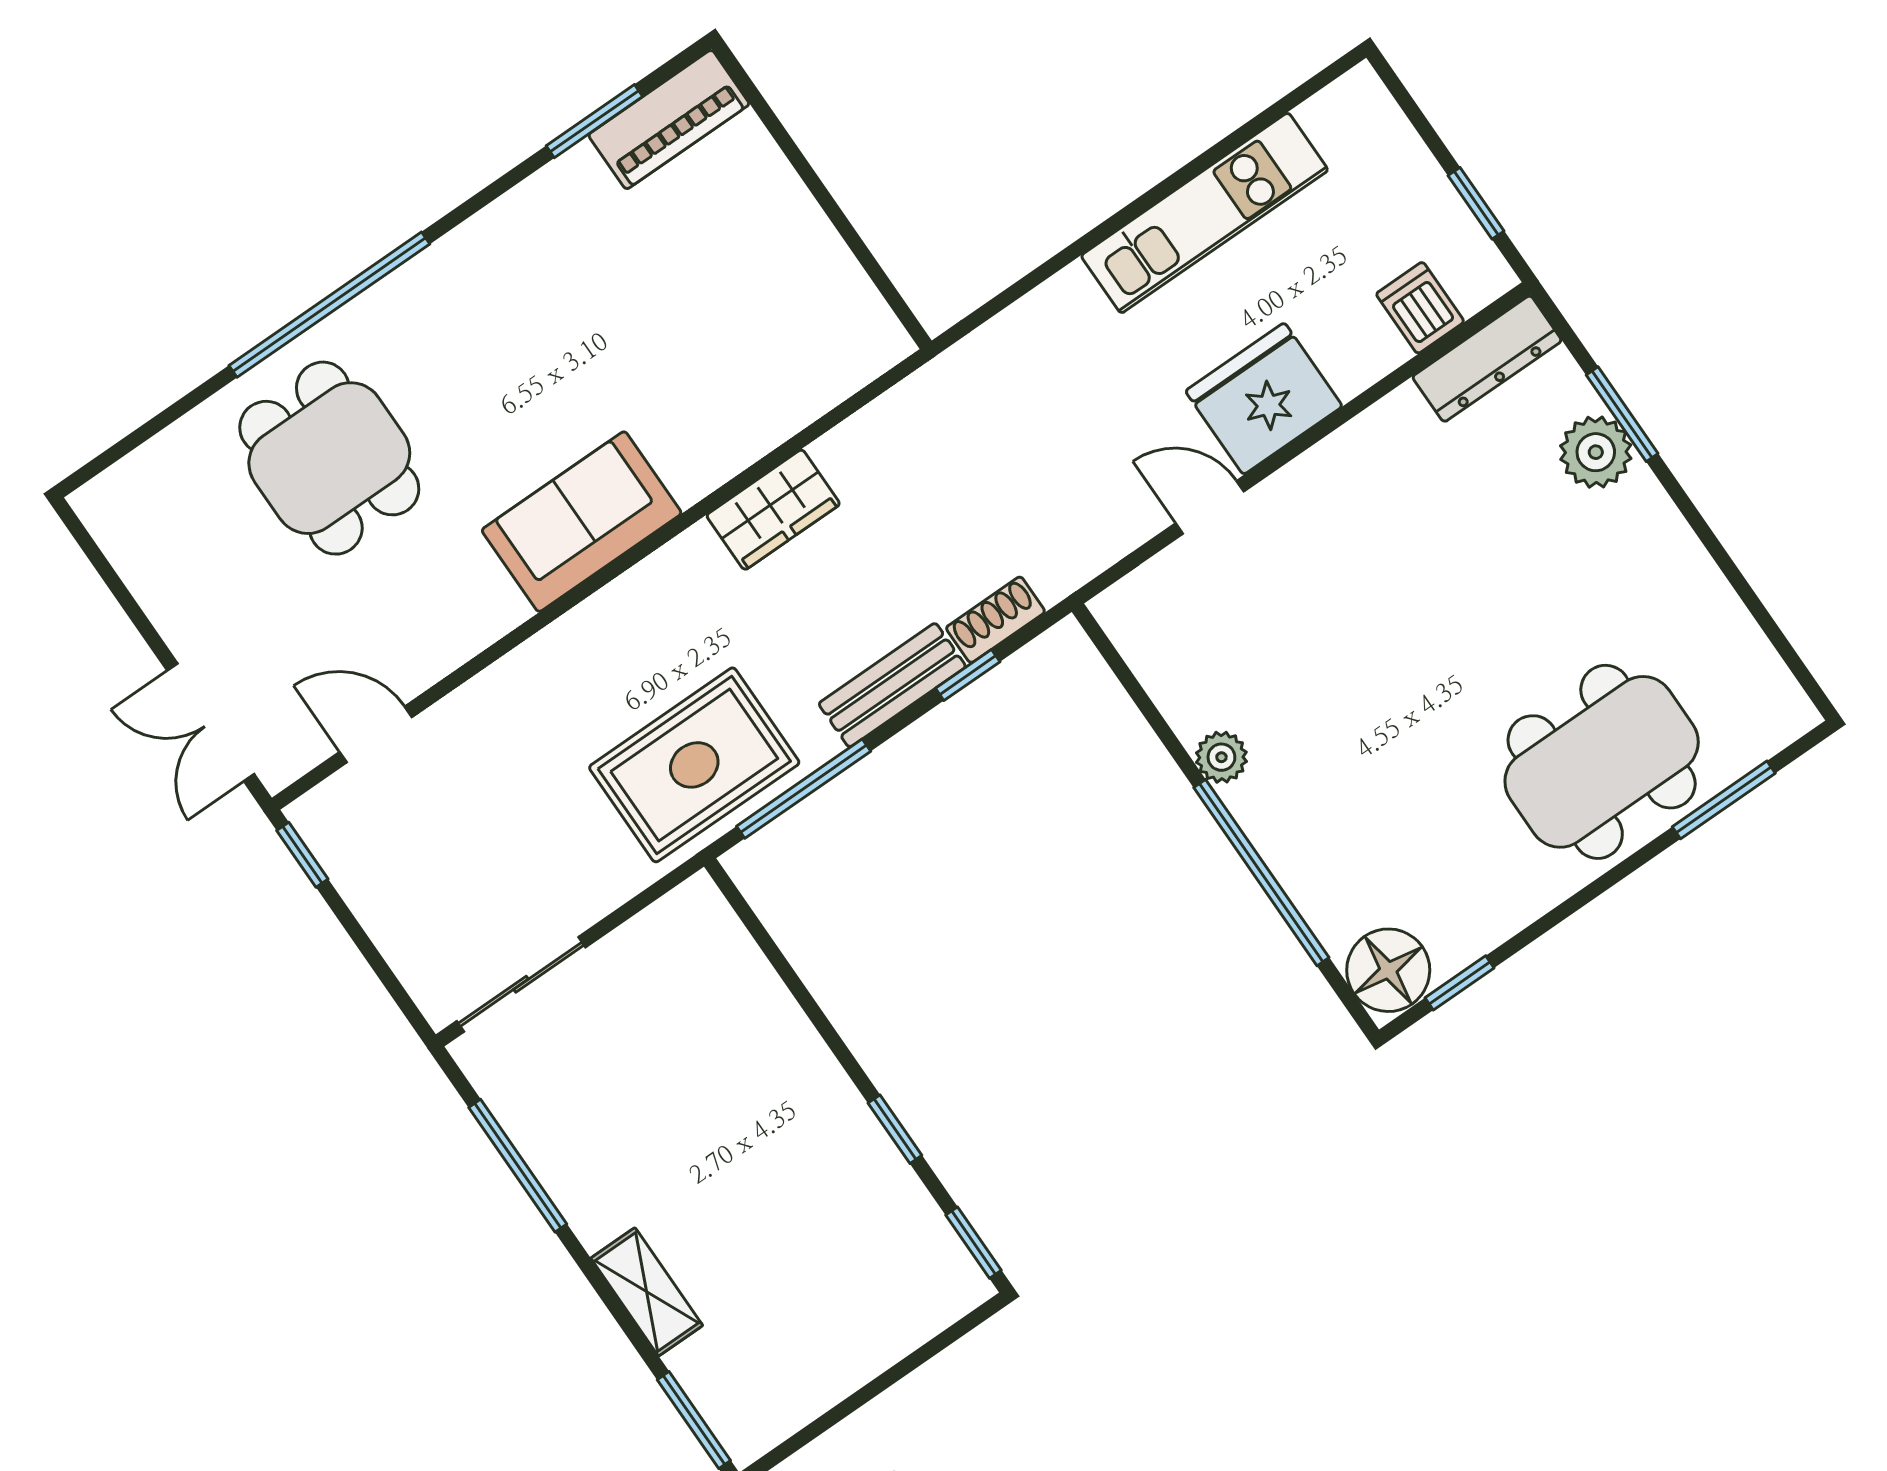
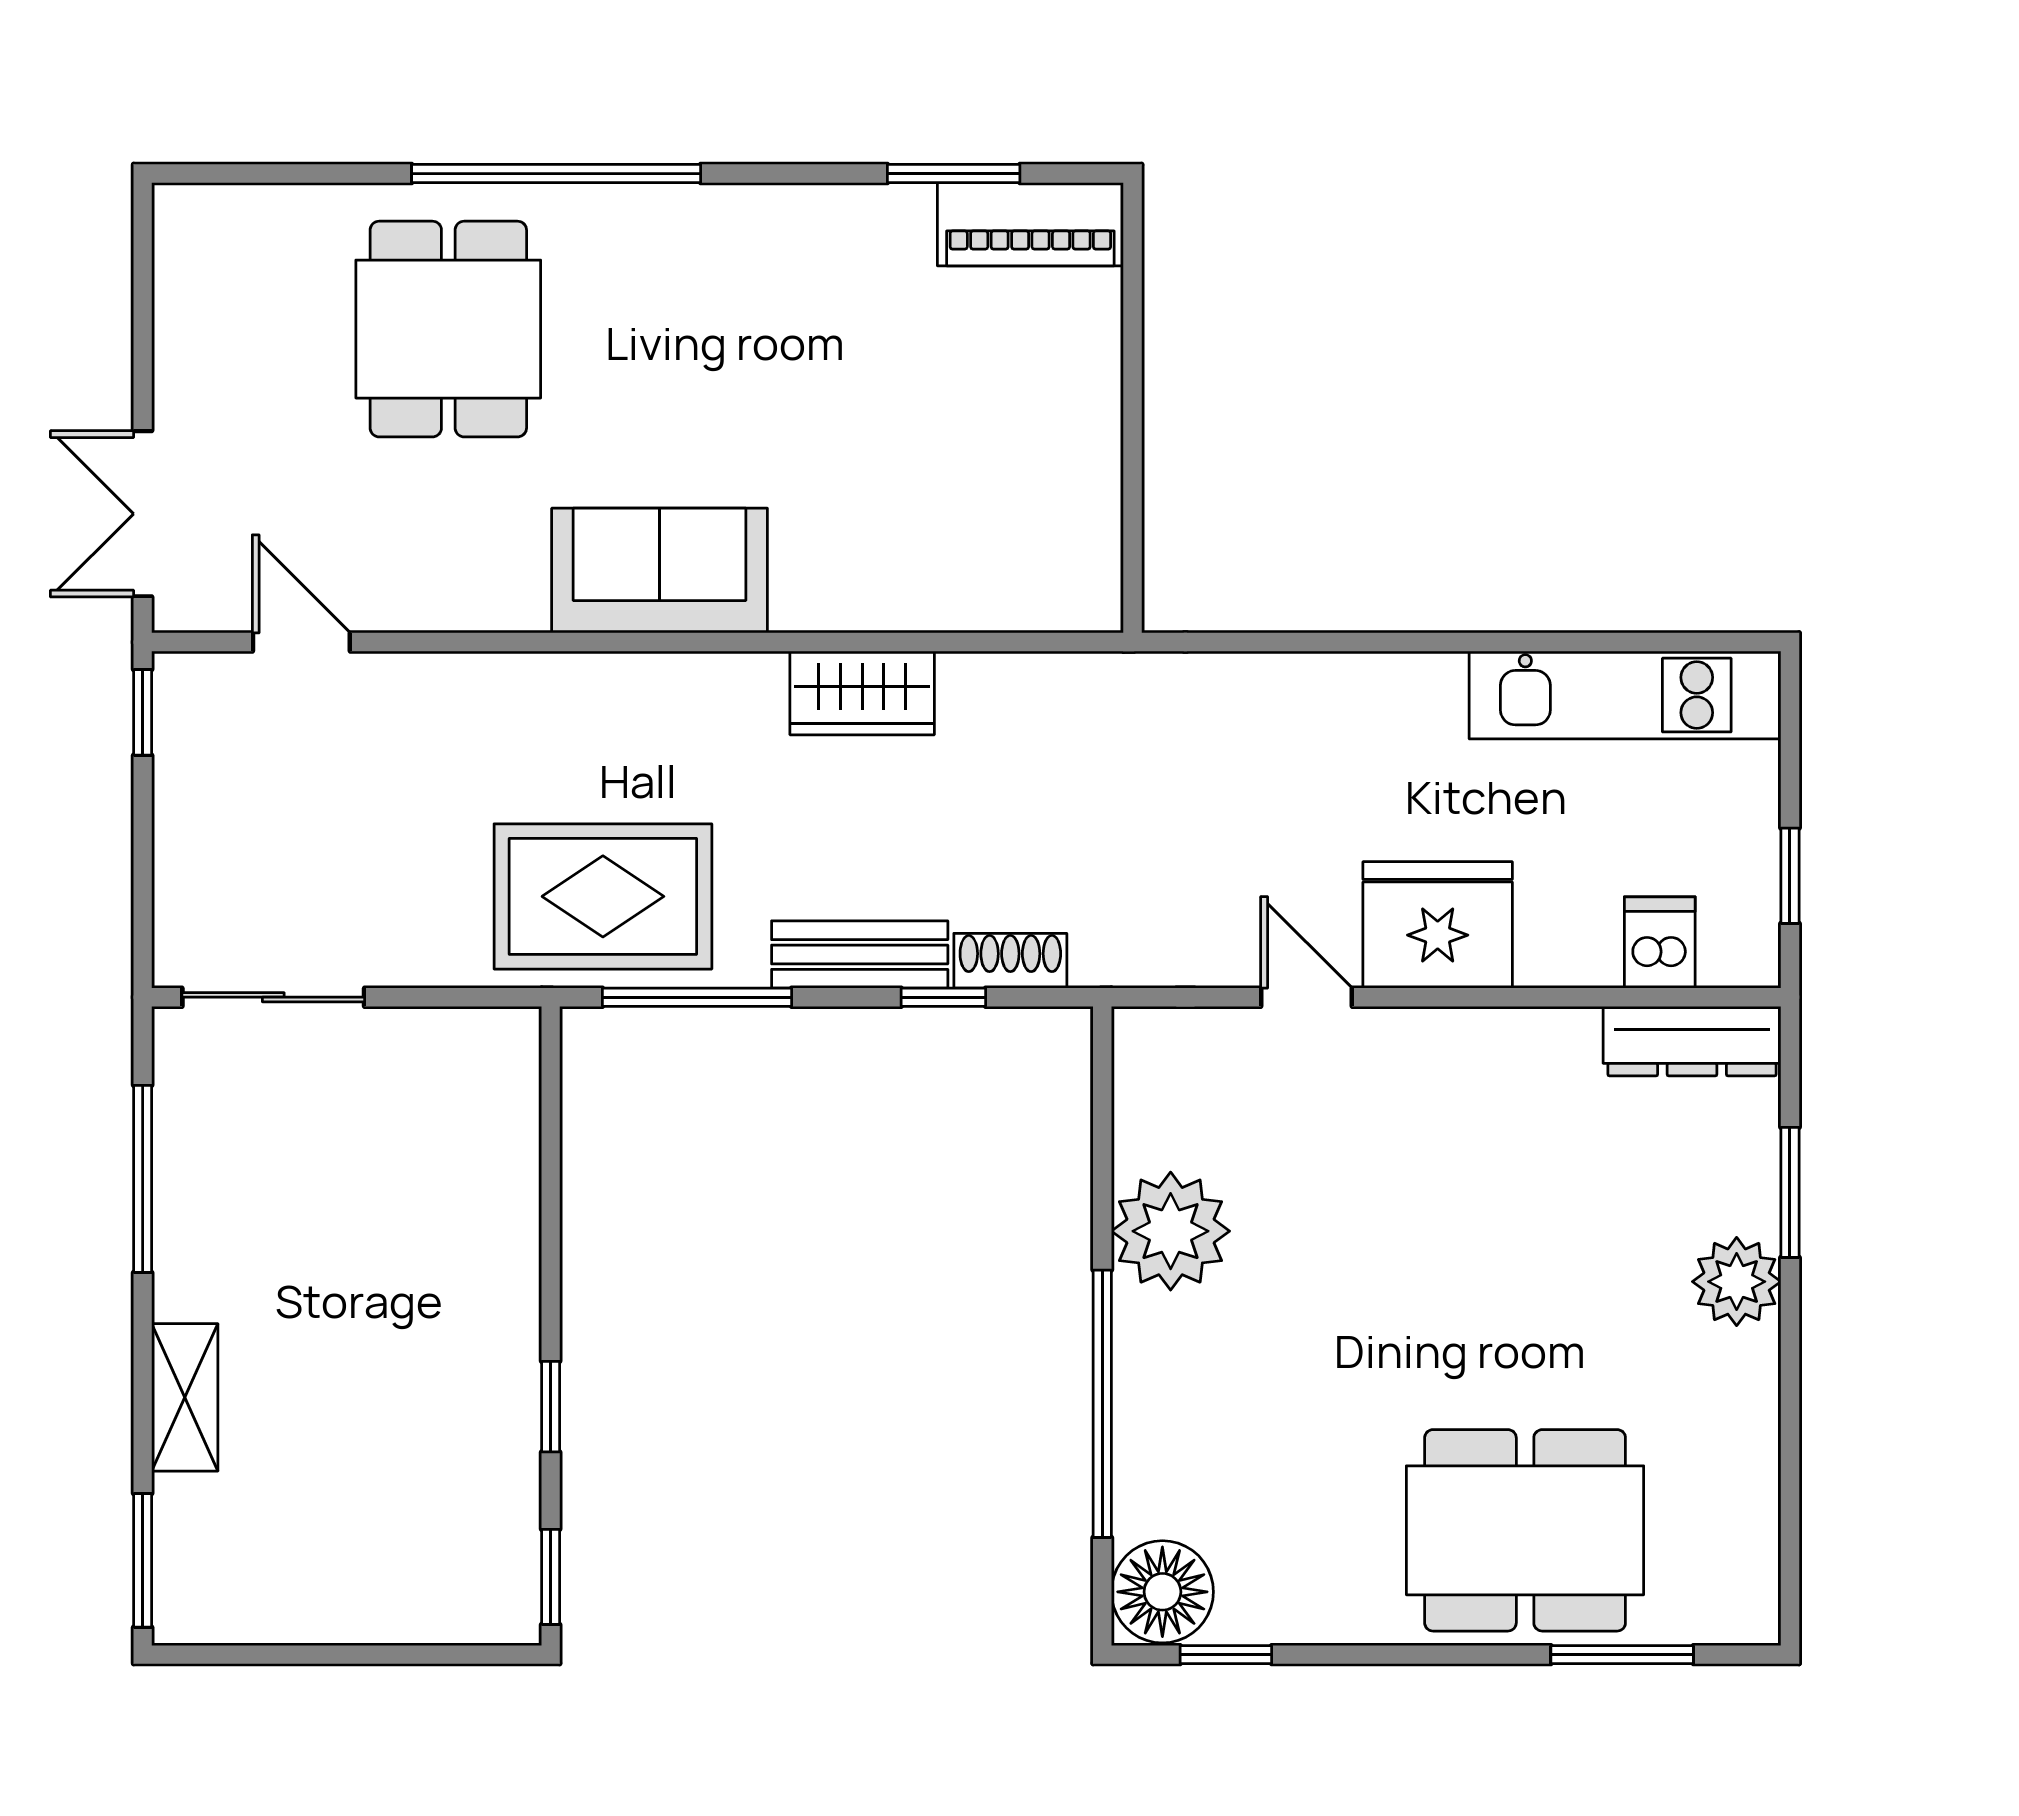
kitchen unit: (1205, 213) -> (1625, 695), moved
plant: (1596, 452) -> (1737, 1282), moved
plant: (1221, 757) -> (1171, 1231), width x1.88, depth x1.88

